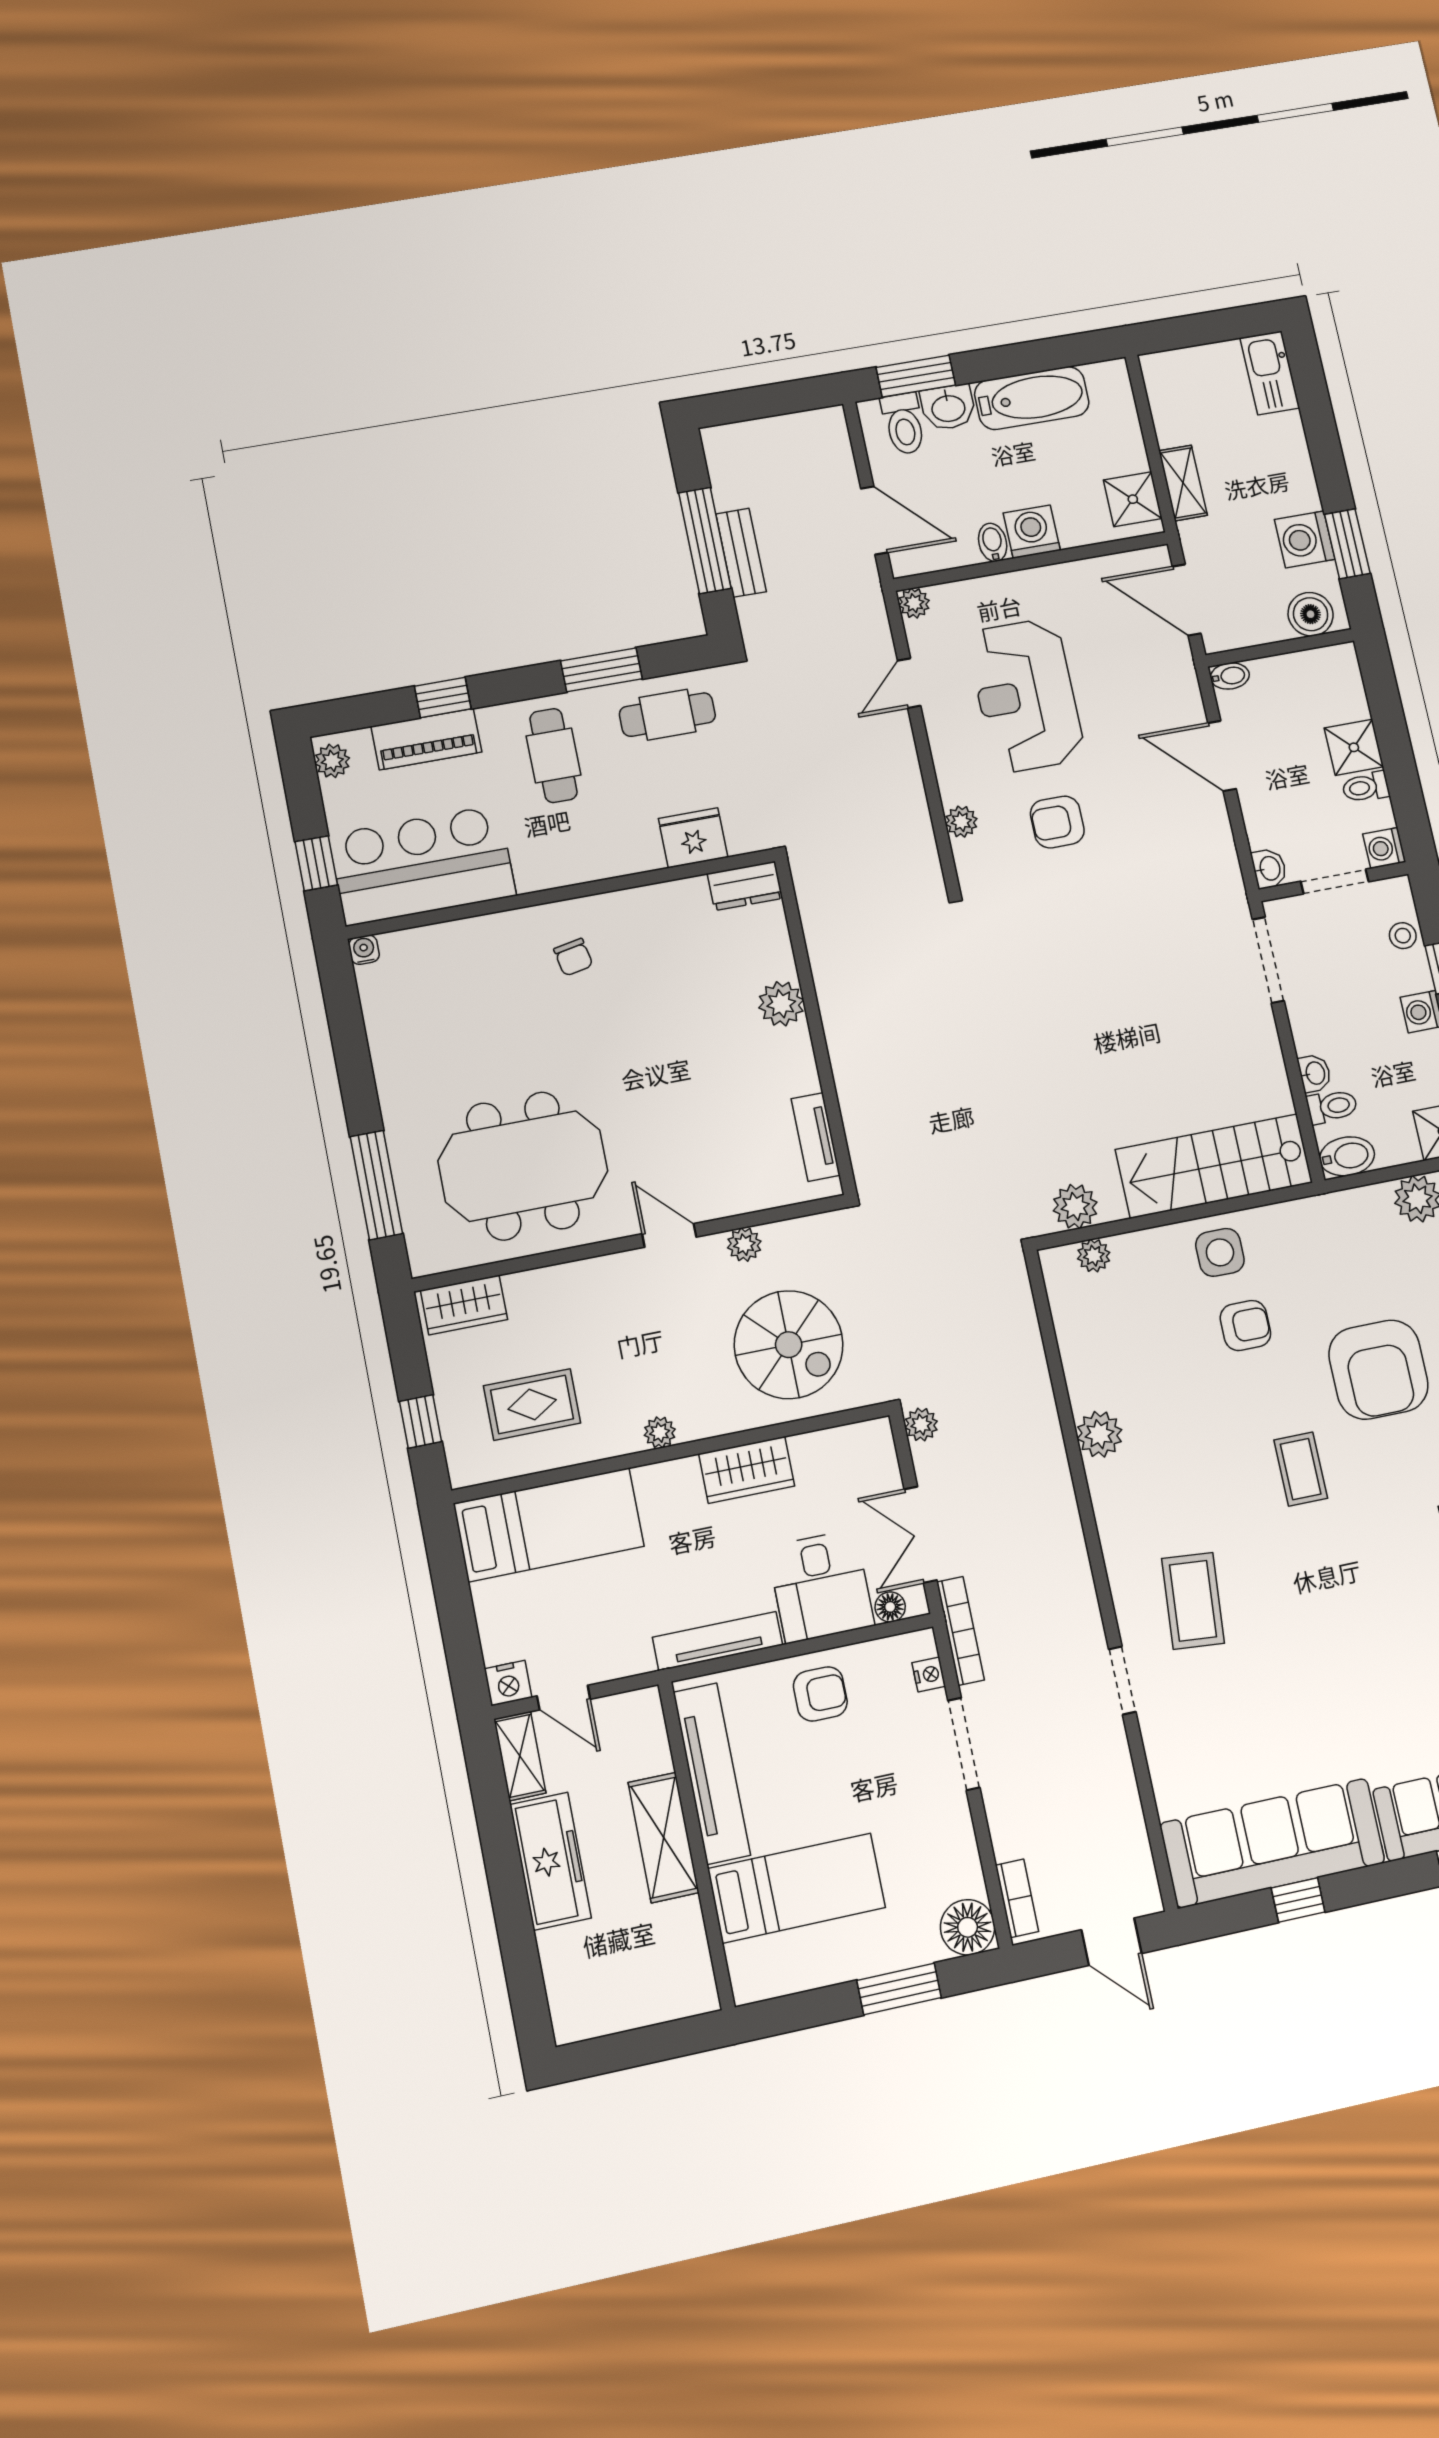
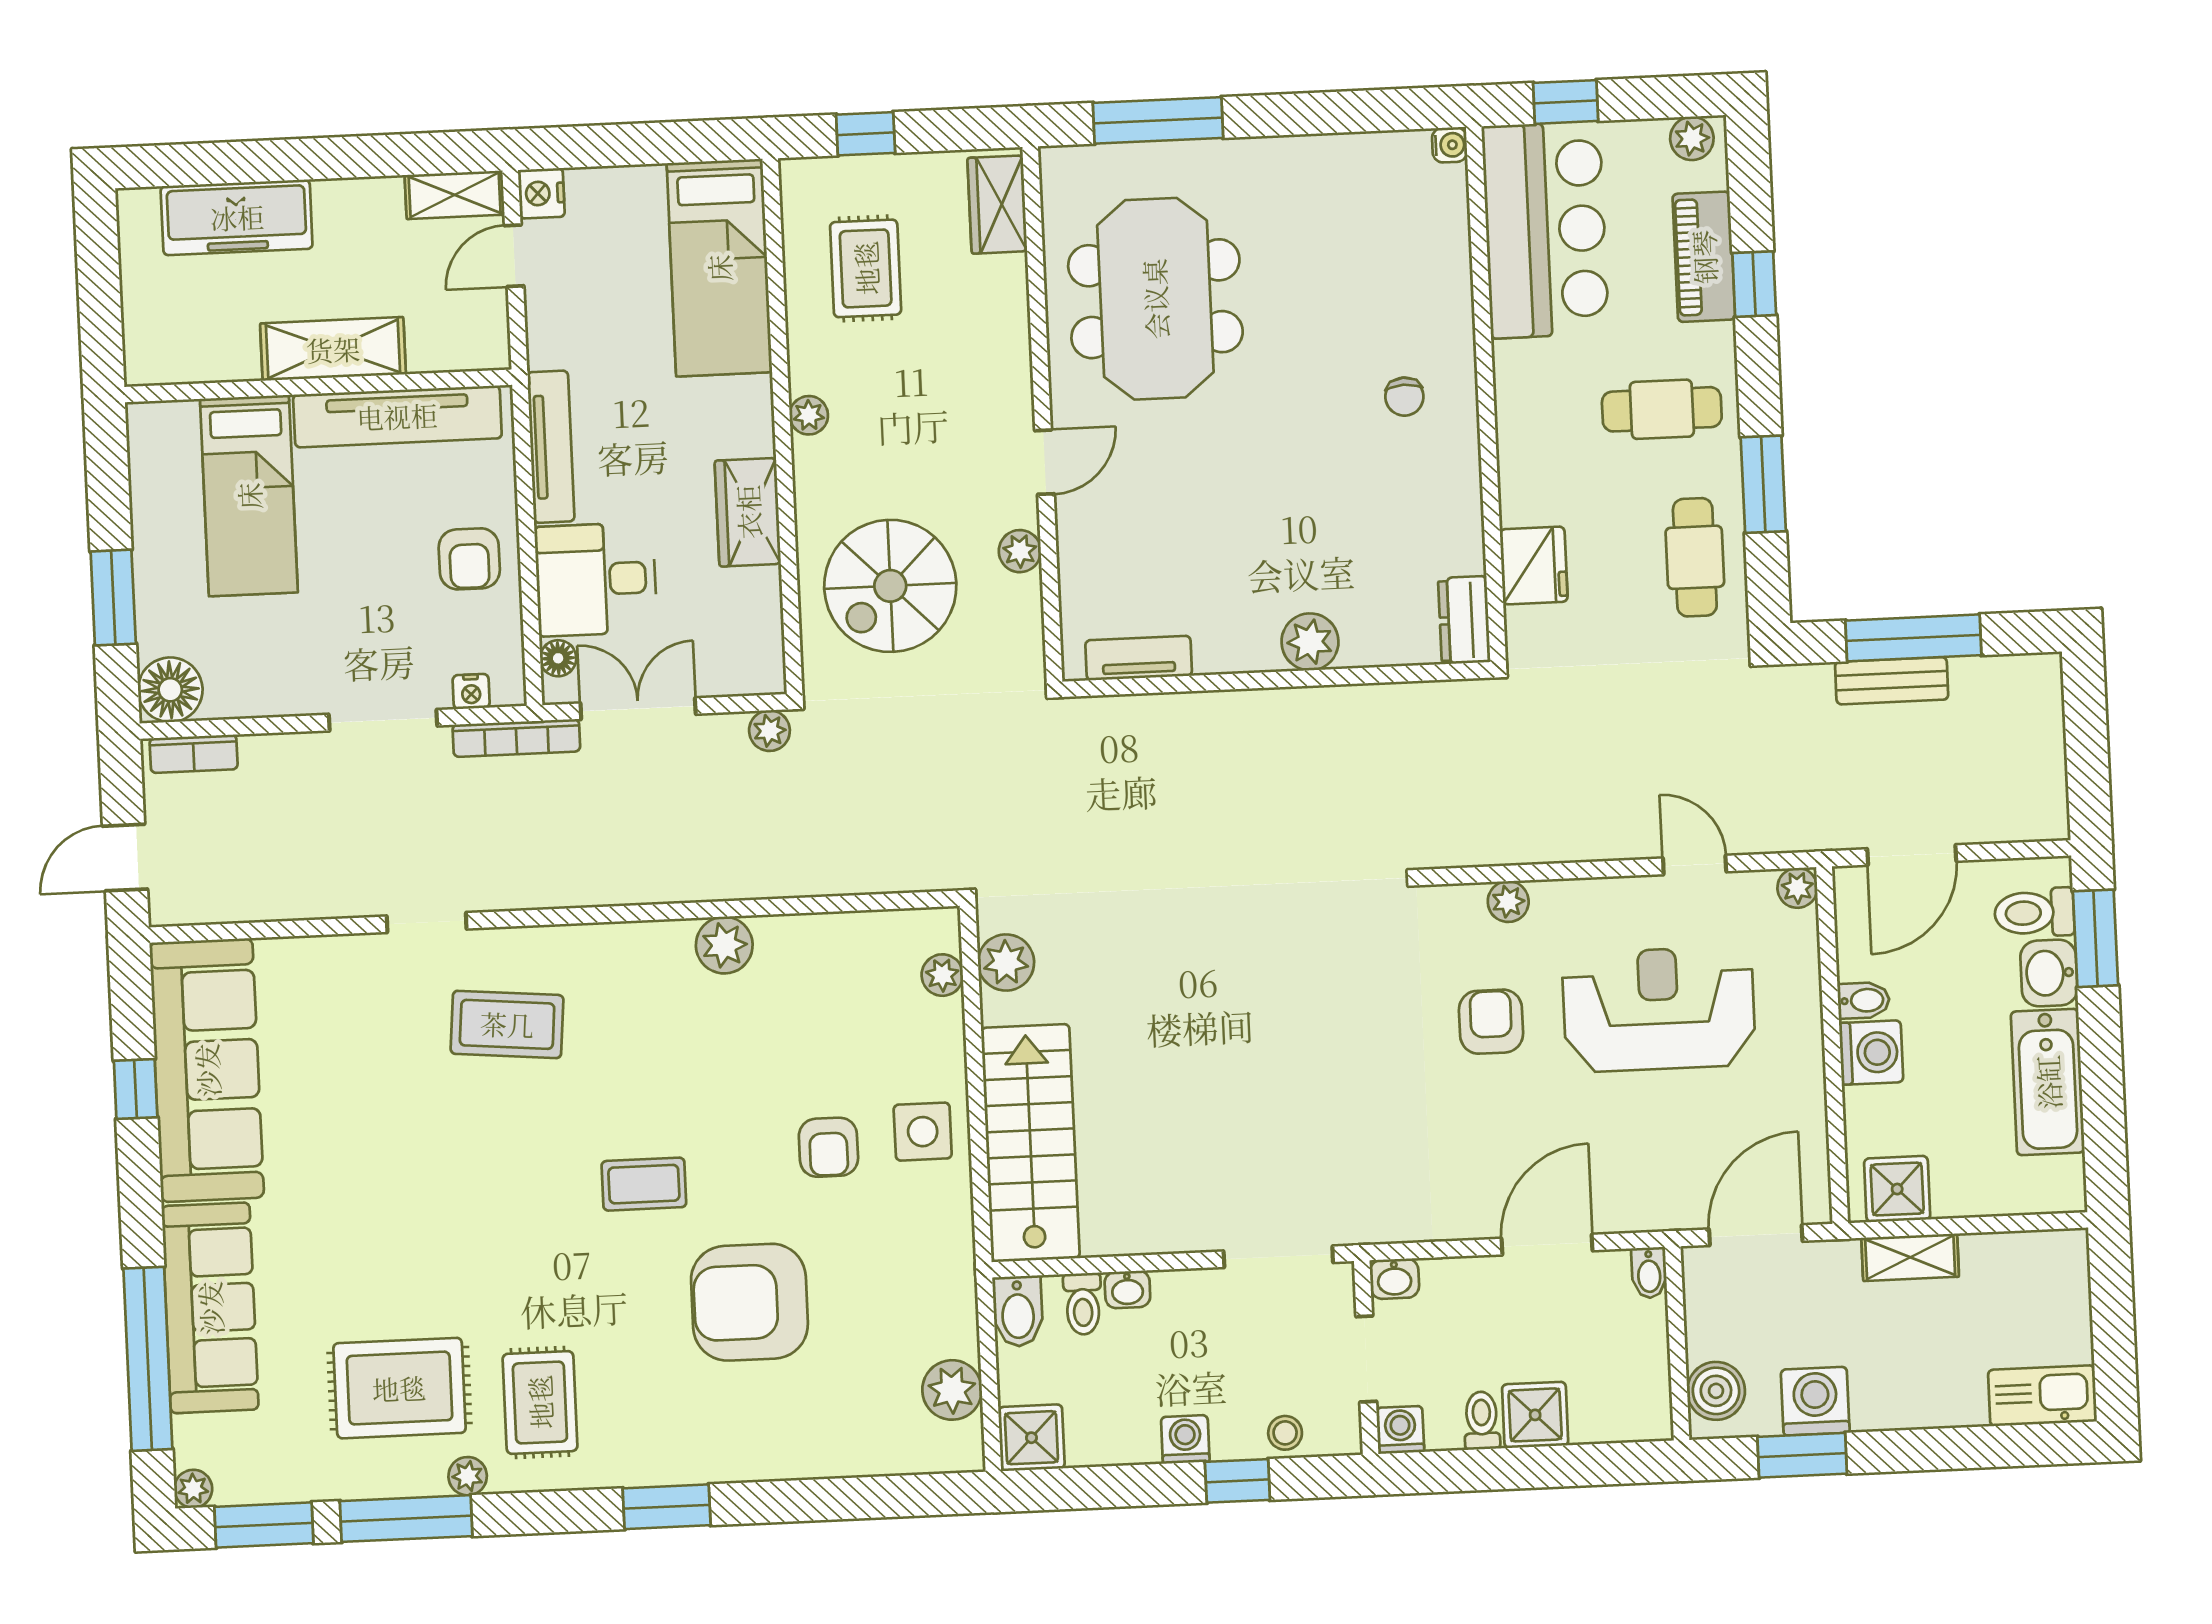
chair: (573, 957) -> (1404, 397), turned -81
freezer: (551, 1861) -> (237, 217), moved

